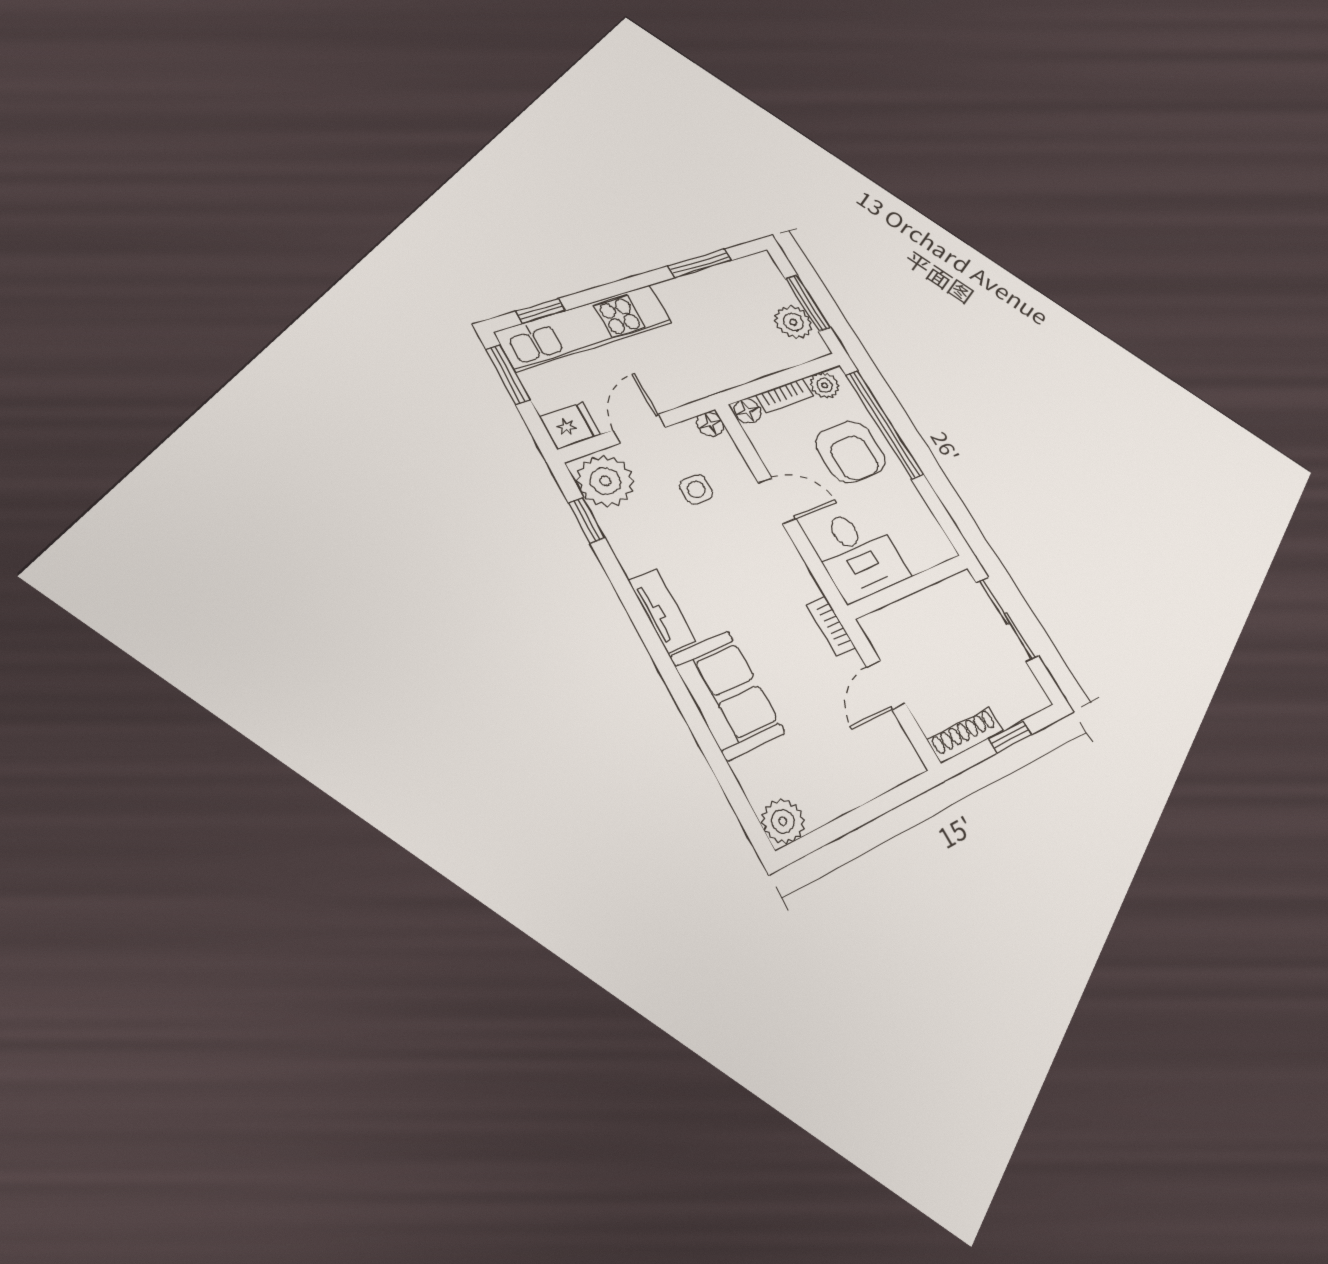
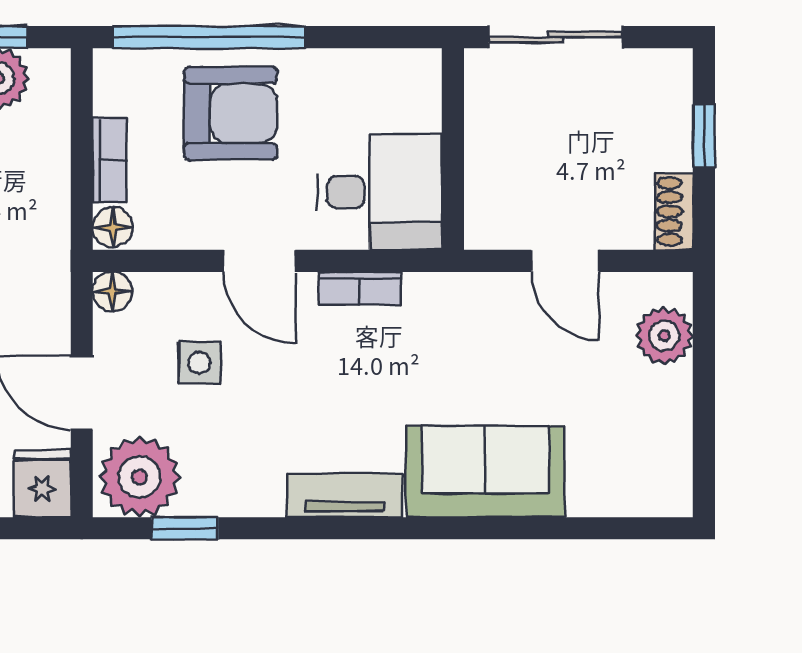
plant: (825, 385) -> (116, 91), removed
door: (777, 501) -> (259, 261), swing flipped
bookcase: (831, 626) -> (360, 288), moved
shoe rack: (965, 735) -> (674, 211), width x0.70
plant: (783, 821) -> (664, 336), moved

